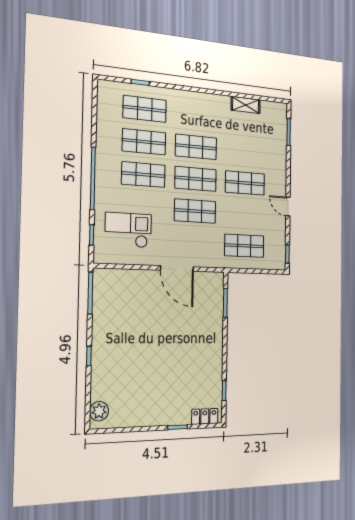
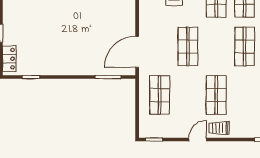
shop shelf: (196, 179) -> (216, 46), removed
trolley: (277, 183) -> (219, 128), added
door: (177, 268) -> (137, 52), moved

